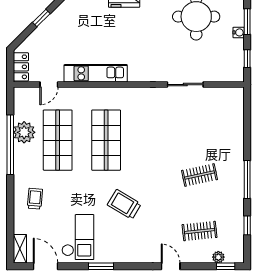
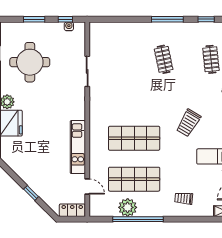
water cooler: (239, 32) -> (69, 26), moved

